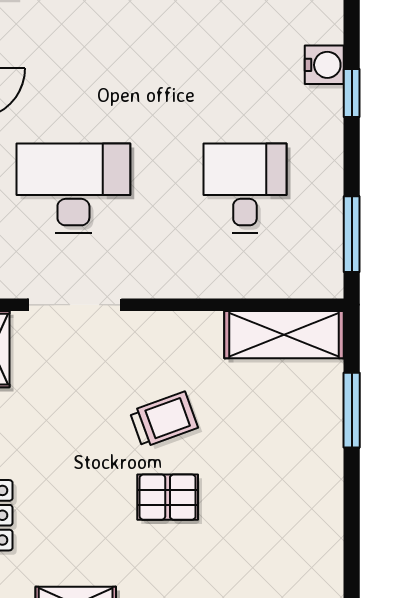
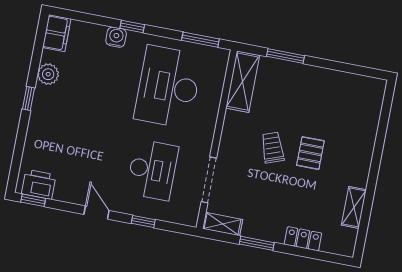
desk: (73, 188) -> (152, 170), turned 180
desk: (245, 188) -> (168, 87), width x1.87, depth x1.30

